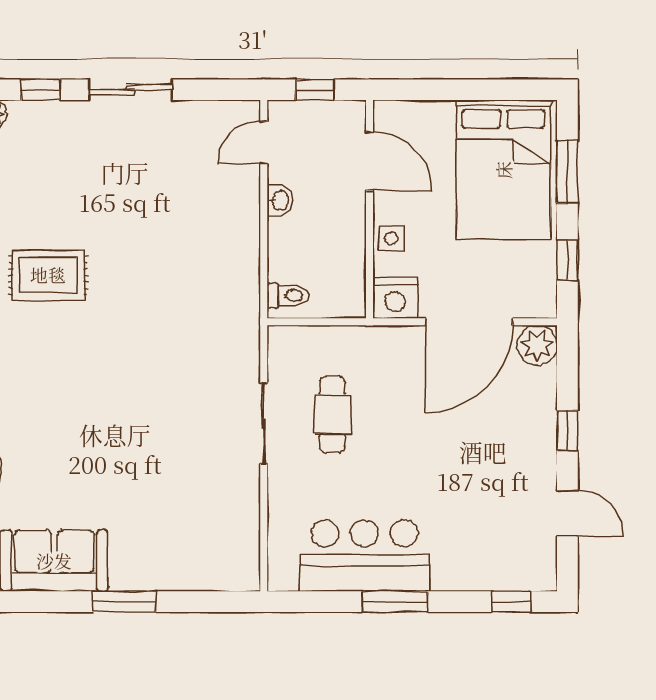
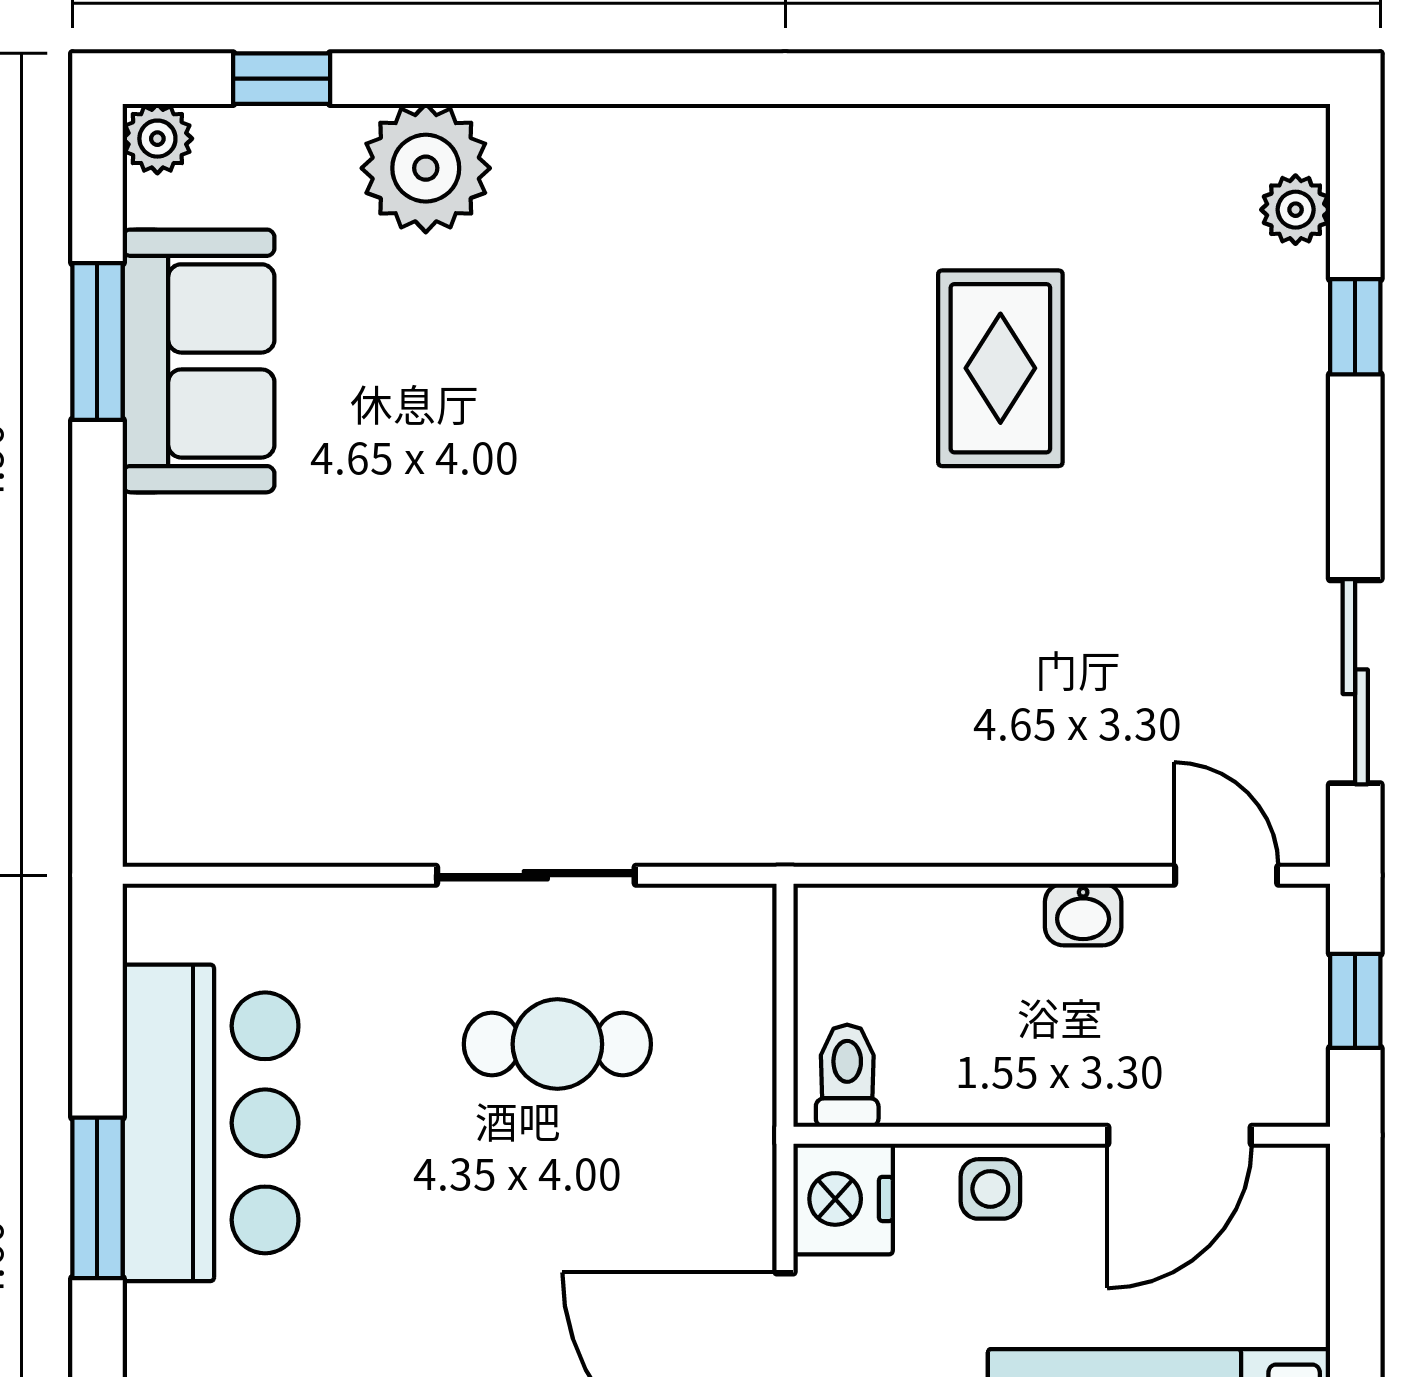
sliding door: (130, 90) -> (1355, 682), moved
rug: (48, 275) -> (1000, 368), moved
toilet: (288, 296) -> (847, 1076), moved, turned 180
window: (124, 602) -> (97, 341), moved

